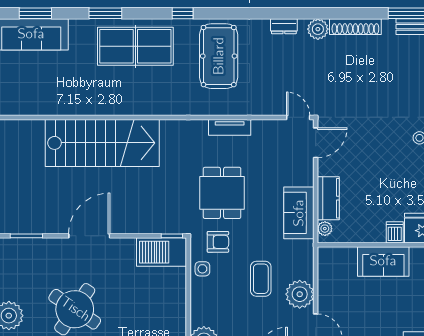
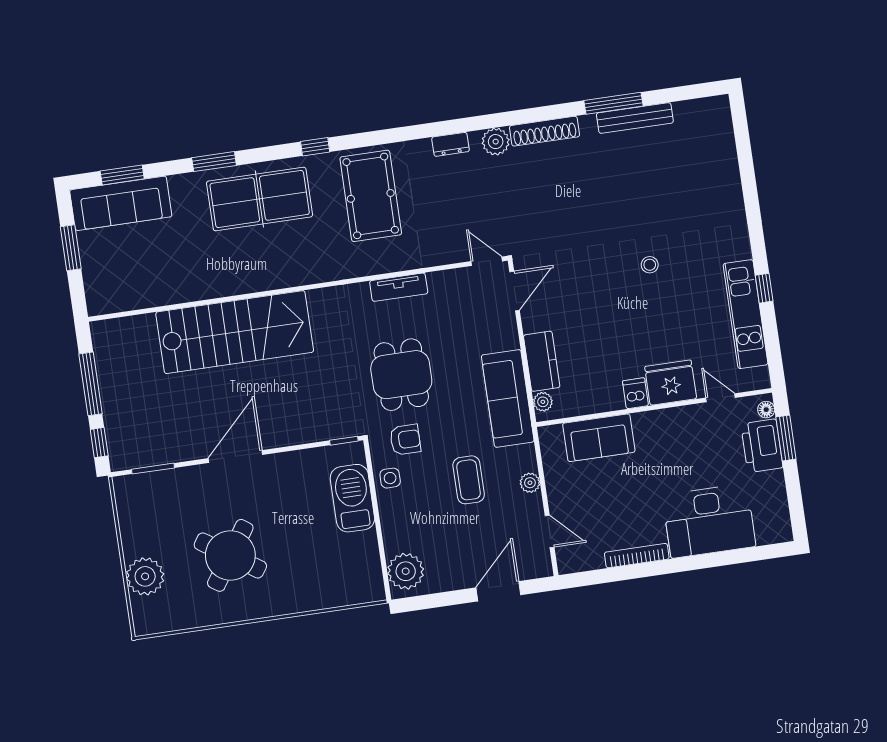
sofa: (299, 213) -> (508, 398), width x1.36
barbecue: (162, 252) -> (352, 498), moved, turned 90
sofa: (383, 261) -> (599, 438), moved
plant: (300, 294) -> (530, 483), width x0.53, depth x0.53

